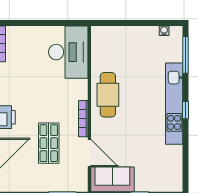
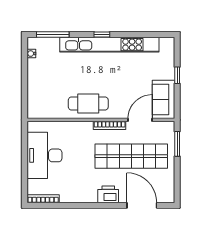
desk: (68, 52) -> (44, 155), moved, turned -90
kitchen unit: (174, 104) -> (109, 45), width x1.36
shop shelf: (49, 143) -> (131, 156), width x2.00, depth x1.36

